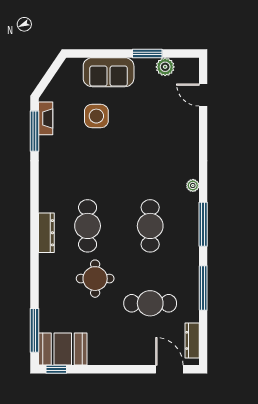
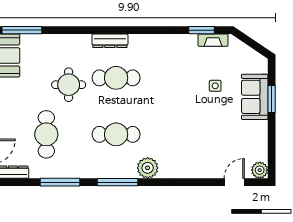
window: (147, 53) -> (272, 99), moved
plant: (165, 67) -> (260, 170), moved
side table: (96, 116) -> (215, 86), width x0.54, depth x0.54
window: (35, 131) -> (202, 30), width x0.69
plant: (193, 185) -> (148, 168), width x1.88, depth x1.88

